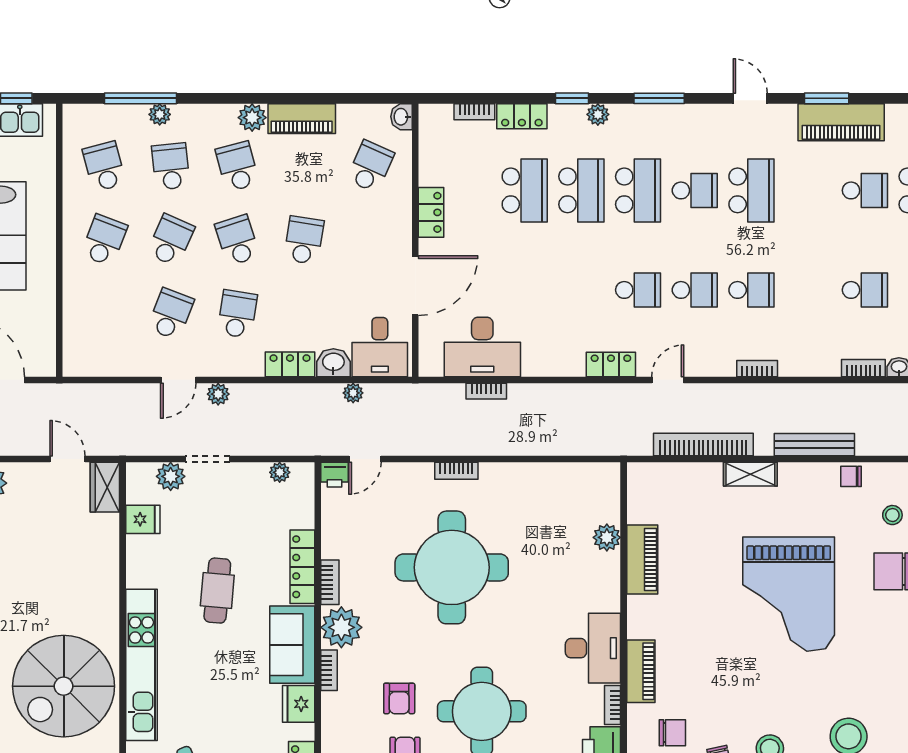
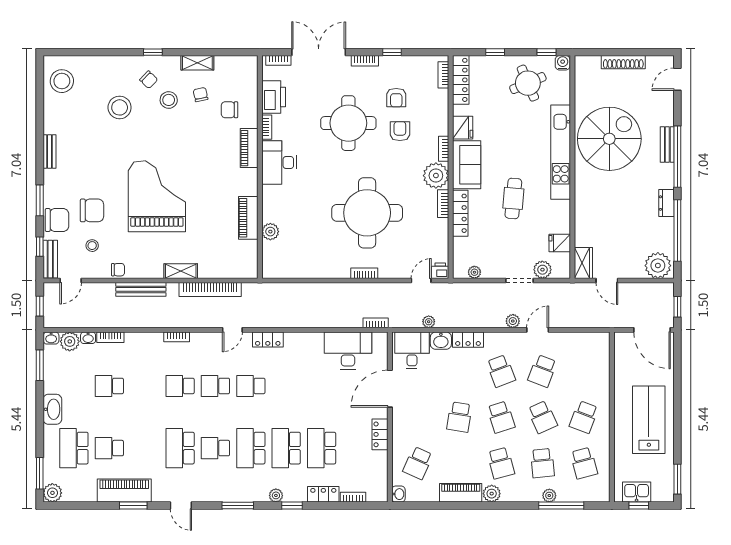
school desk: (171, 240) -> (542, 417), turned -48
school desk: (237, 314) -> (501, 371), turned -30
bookcase: (486, 391) -> (376, 323), moved

